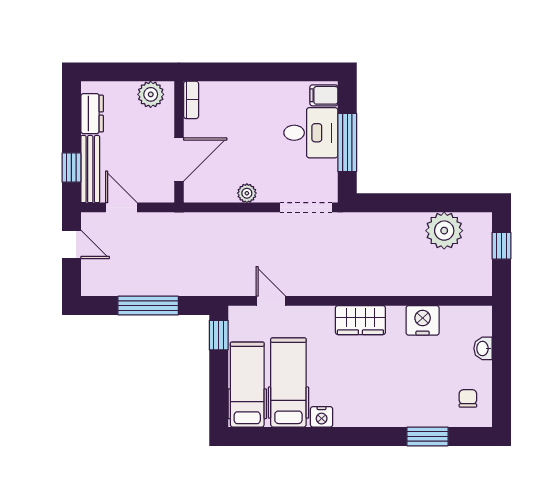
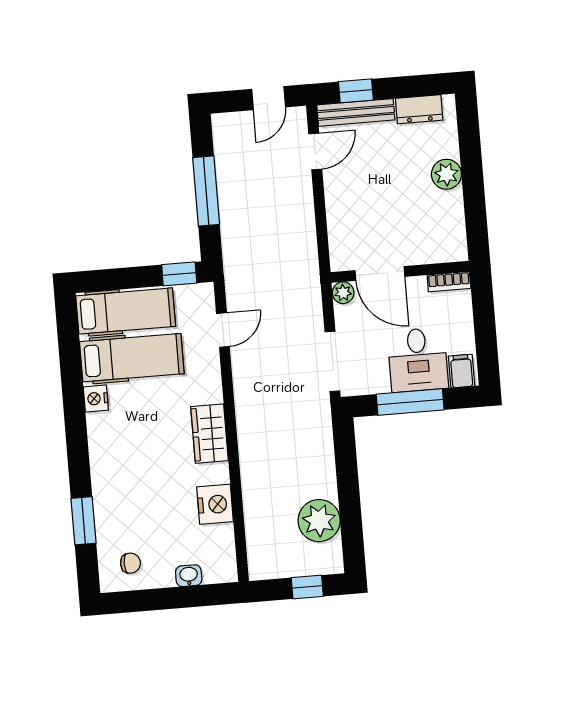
bookcase: (191, 100) -> (449, 282), moved
wall: (179, 142) -> (400, 272), moved
door: (179, 160) -> (380, 273), moved

